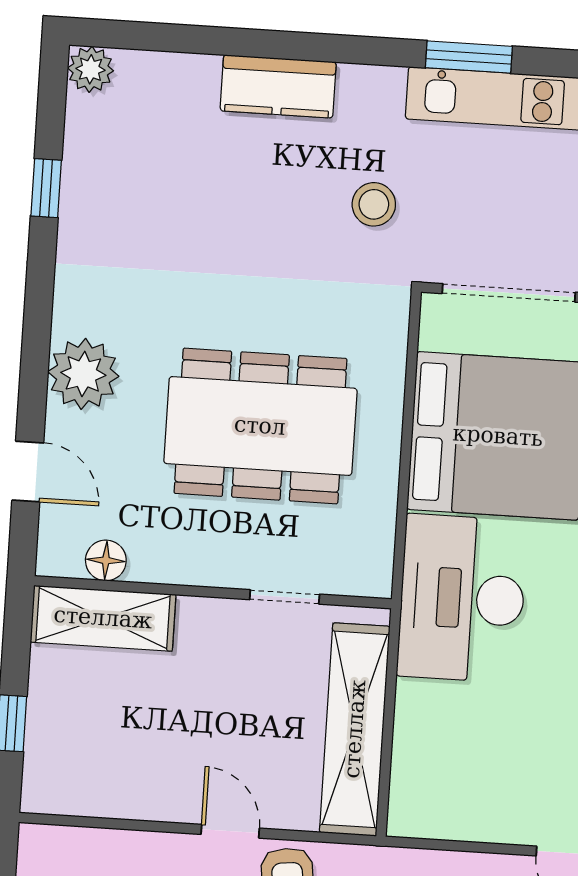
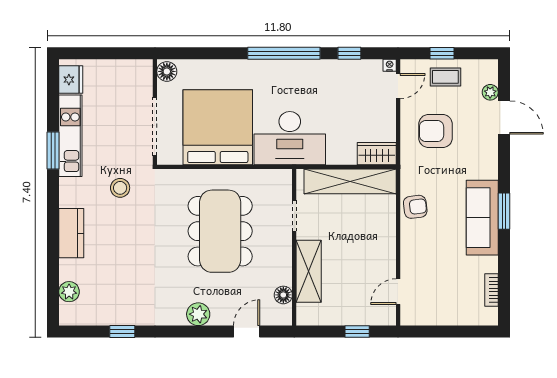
plant: (91, 69) -> (69, 292), moved
plant: (83, 374) -> (198, 314), width x0.73, depth x0.73
shelving: (103, 618) -> (309, 271), moved
wardrobe: (414, 794) -> (377, 154), added
door: (230, 831) -> (398, 292), moved

